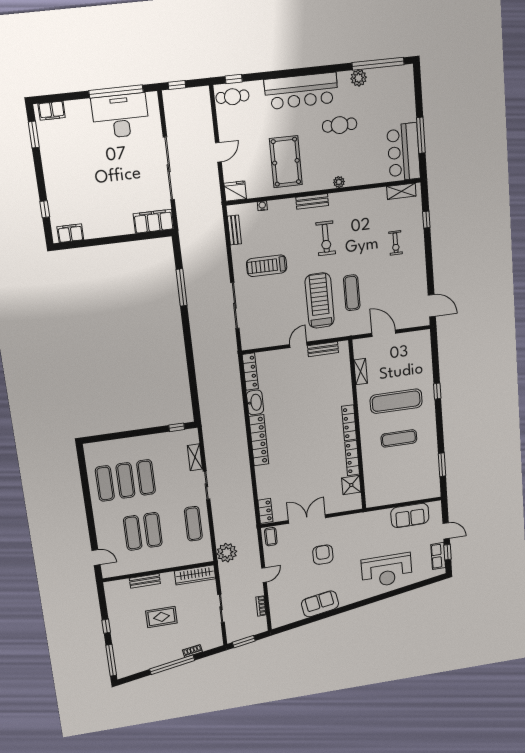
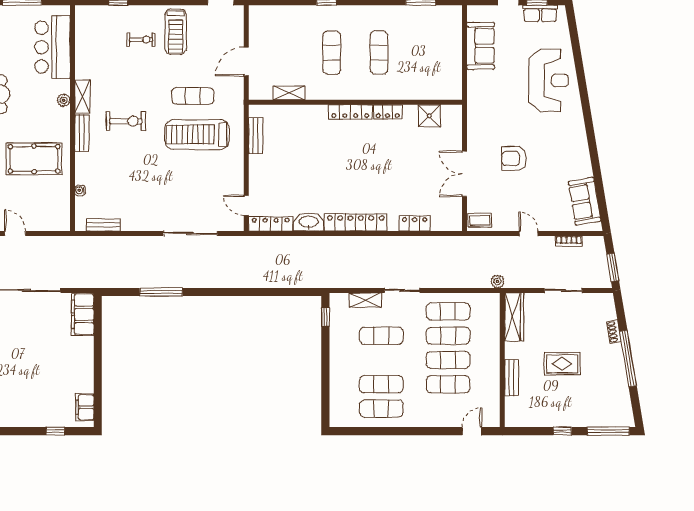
bar counter: (404, 152) -> (52, 47), moved, turned 90
fridge: (235, 191) -> (60, 219), removed
shelving: (401, 191) -> (82, 97), moved
treadmill: (267, 266) -> (176, 32), moved
door: (298, 345) -> (246, 205), moved
exercise mat: (396, 401) -> (332, 53), width x0.73, depth x0.69
locker: (352, 458) -> (388, 112), width x0.66
exercise mat: (146, 477) -> (381, 336), moved
locker: (265, 511) -> (415, 223), moved
exercise mat: (173, 527) -> (448, 336), added
plant: (227, 553) -> (497, 281), width x0.53, depth x0.53
sofa: (320, 604) -> (585, 201), moved
rug: (161, 617) -> (562, 364), turned 90

